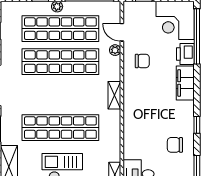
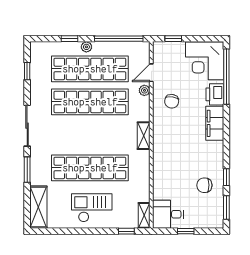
door: (122, 32) -> (151, 73), hinge flipped
chair: (142, 61) -> (172, 101), turned 98
window: (197, 125) -> (226, 177), moved

